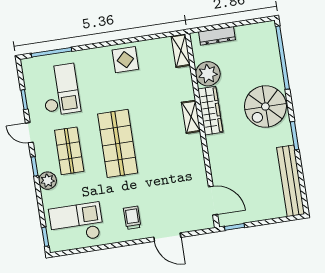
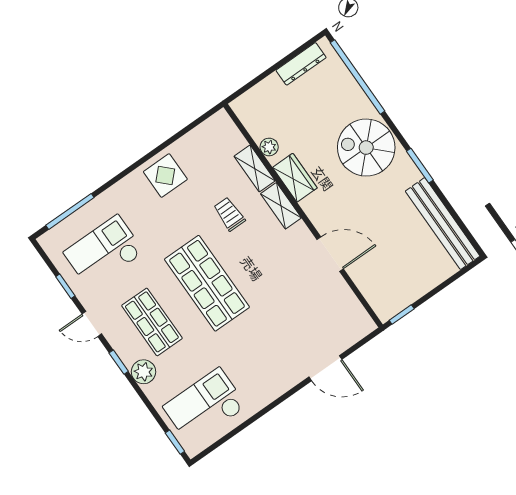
dresser: (217, 36) -> (301, 64), moved
shelving: (181, 51) -> (255, 168), moved
plant: (208, 74) -> (269, 147), width x0.53, depth x0.53
checkout: (60, 90) -> (104, 252), turned -90
spiral stairs: (265, 106) -> (366, 148), turned 90
wardrobe: (210, 111) -> (295, 178), width x0.67
door: (213, 201) -> (330, 254), moved
trolley: (132, 218) -> (229, 214), moved

